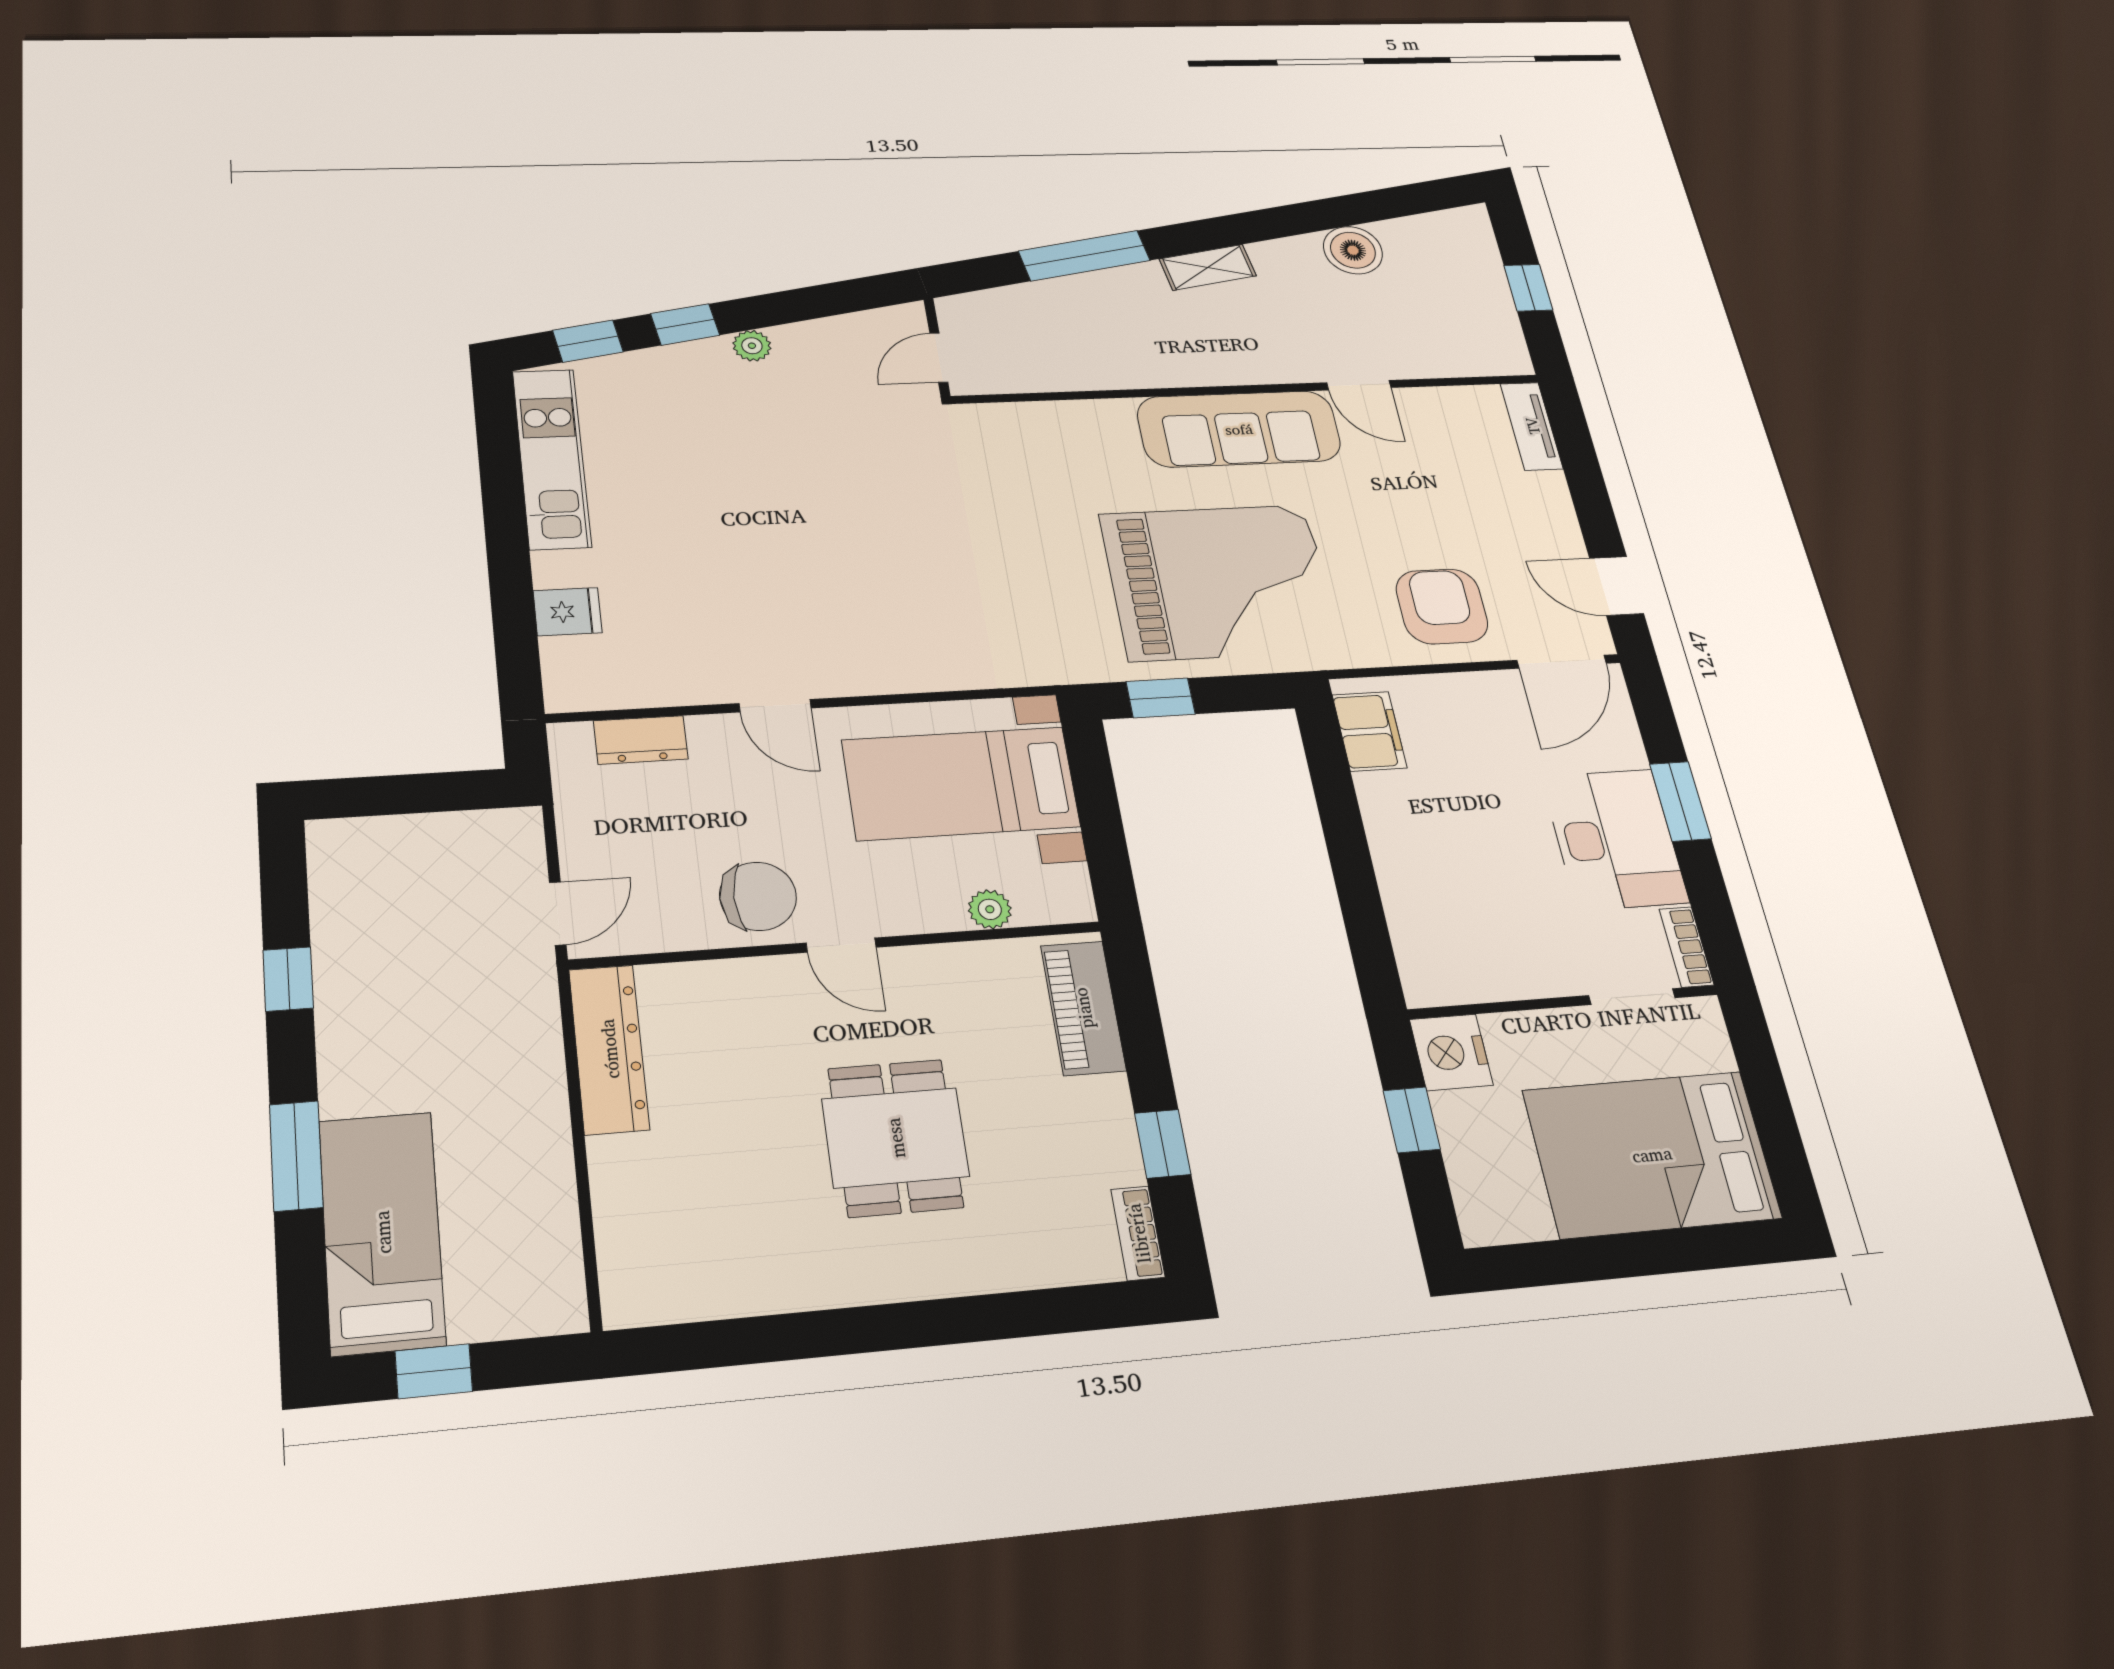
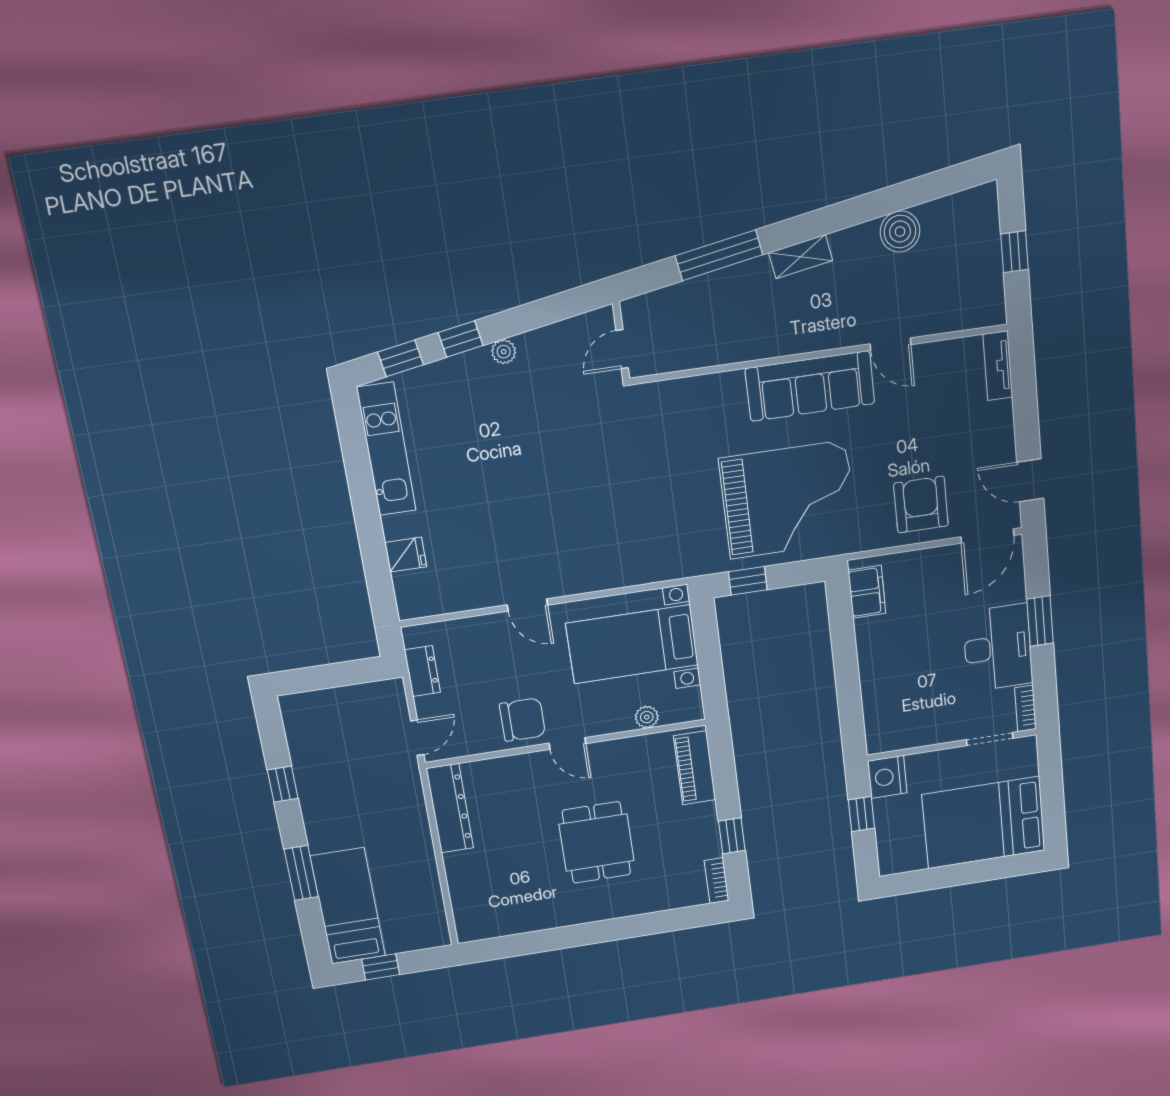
dresser: (641, 740) -> (422, 671), moved, turned -90

